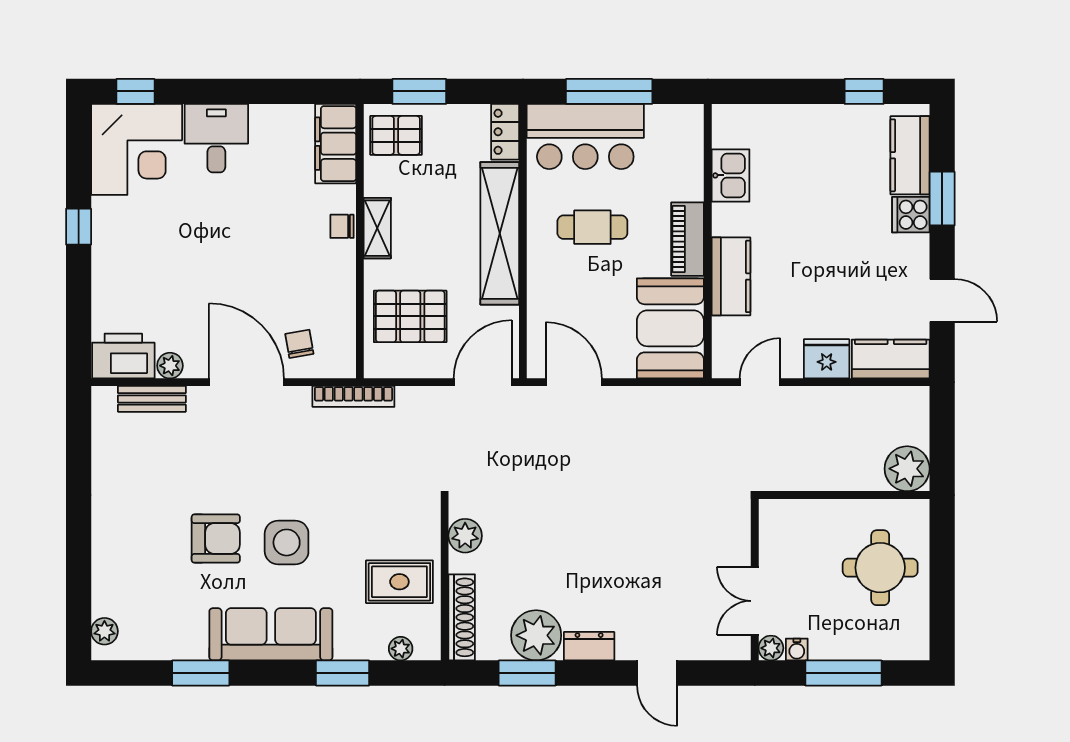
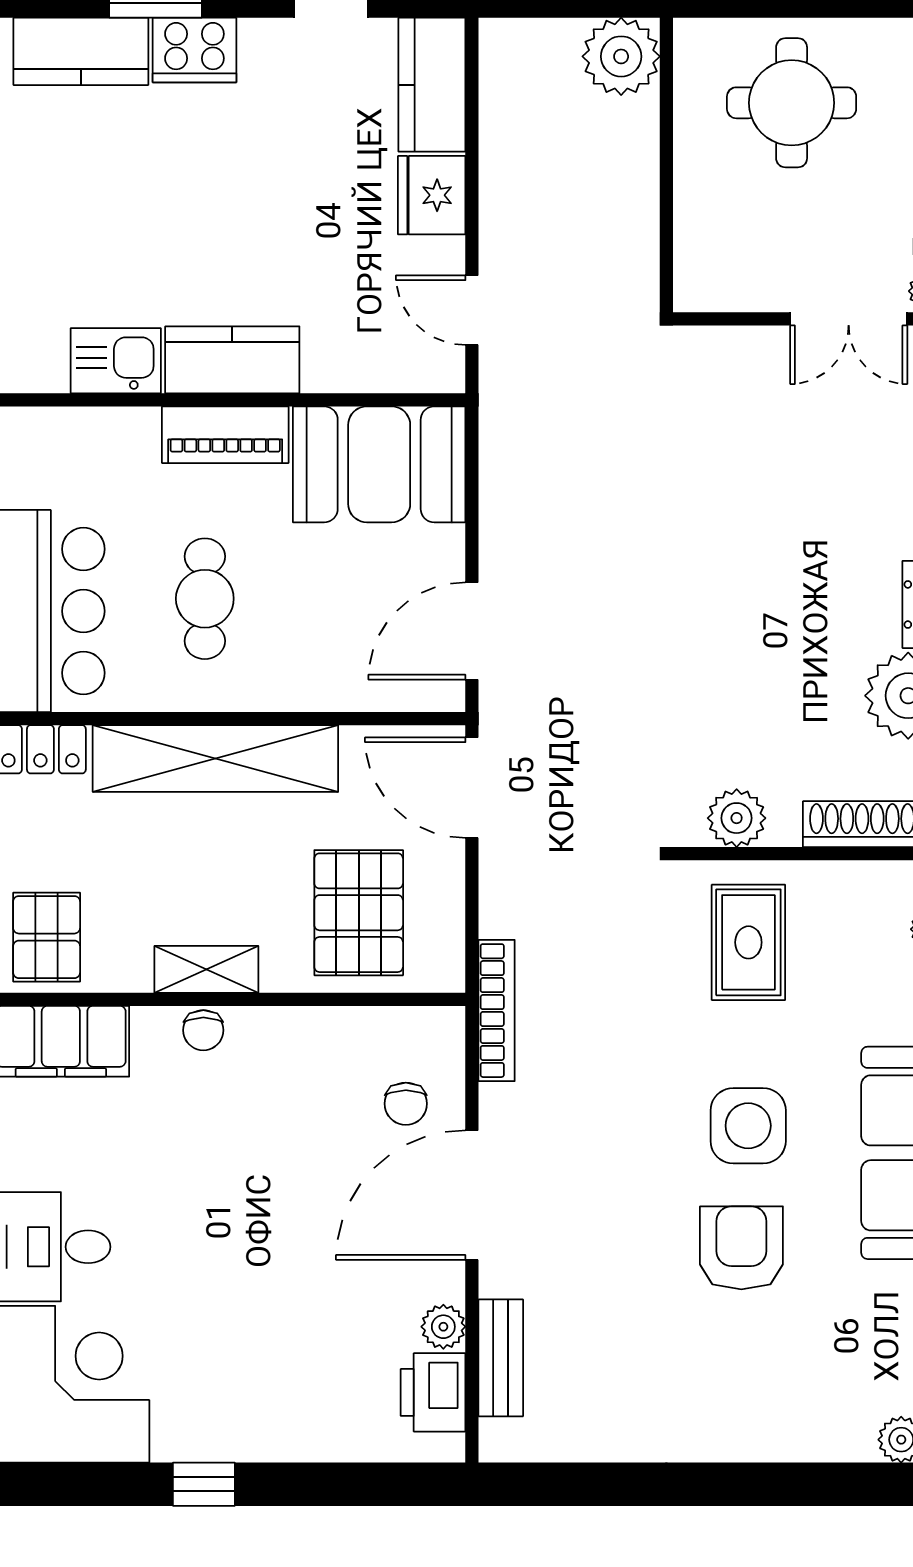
cooker: (911, 215) -> (194, 50), width x1.36
kitchen counter: (731, 276) -> (232, 360), moved
chair: (299, 344) -> (406, 1104), turned -80
printer: (123, 356) -> (433, 1392), width x0.73, depth x0.84
rug: (399, 582) -> (748, 942), moved

